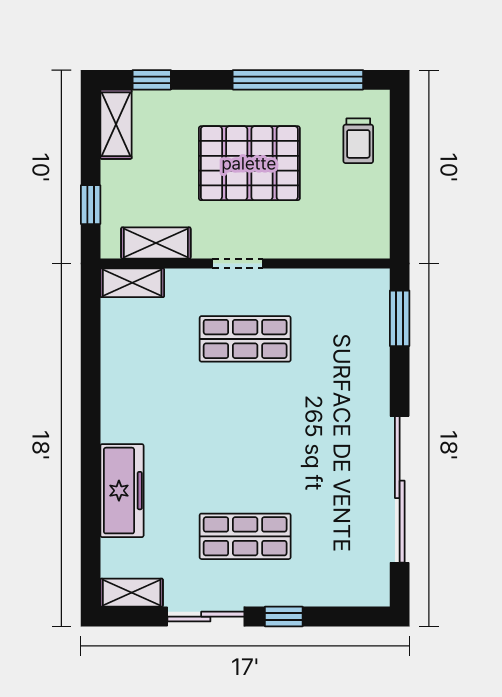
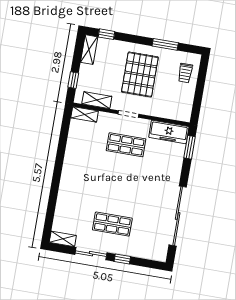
window: (298, 80) -> (165, 44), width x0.47
pallet: (249, 163) -> (140, 74), turned 90
freezer: (122, 491) -> (169, 132), moved, turned 90

